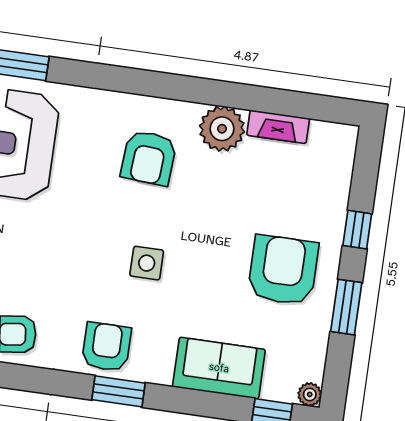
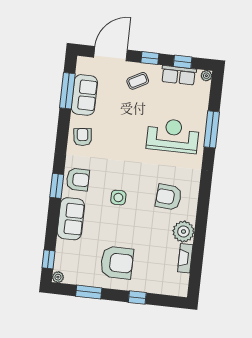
window: (346, 307) -> (89, 292), moved
sofa: (219, 368) -> (71, 219), moved

